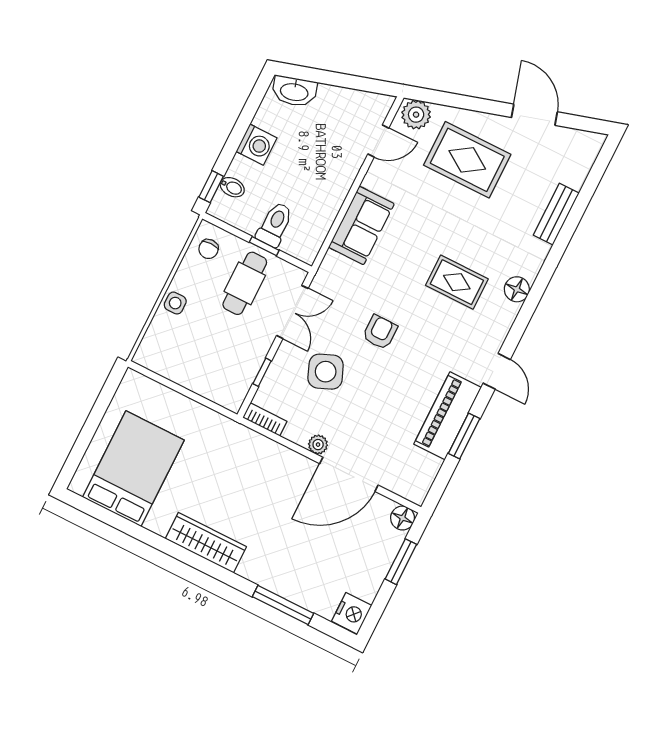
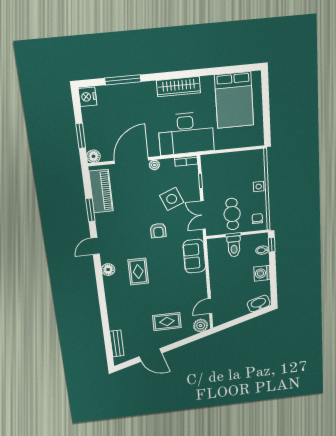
rug: (467, 160) -> (167, 322), width x0.73, depth x0.70
bench: (556, 214) -> (117, 343), moved
sofa: (361, 225) -> (194, 256), moved
rug: (457, 282) -> (138, 272), turned 90
floor lamp: (517, 289) -> (108, 270), moved
door: (497, 371) -> (95, 246), hinge flipped
piano: (448, 416) -> (101, 191), moved
desk: (238, 463) -> (186, 133), added

